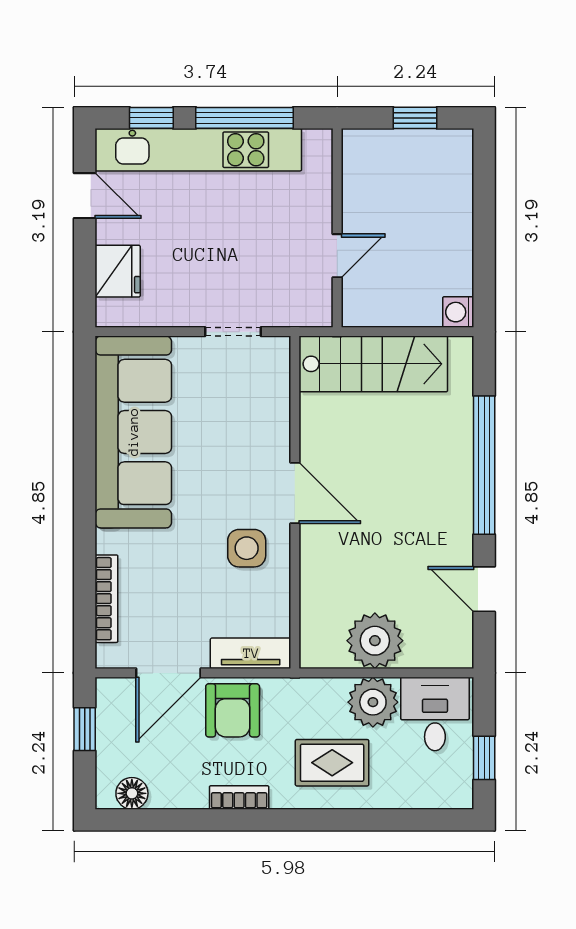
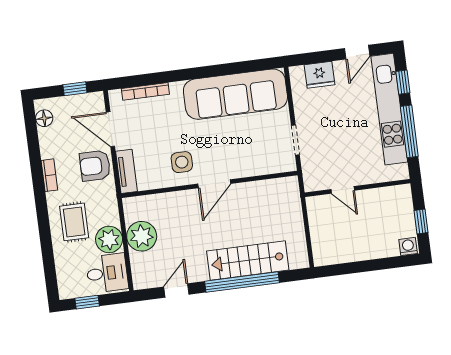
washing machine: (458, 312) -> (408, 246), moved
stairs: (373, 364) -> (248, 261), moved, turned 90

